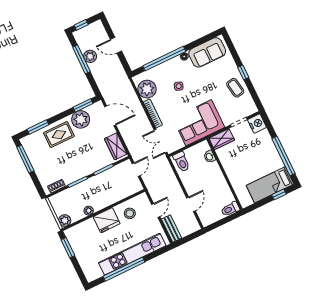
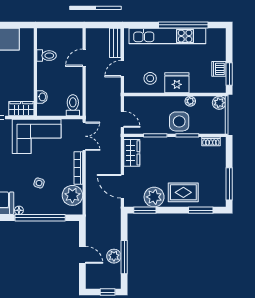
door: (136, 170) -> (122, 119), swing flipped
side table: (90, 190) -> (179, 121), added
toilet: (230, 209) -> (47, 56), moved
dishwasher: (78, 248) -> (219, 69), added

